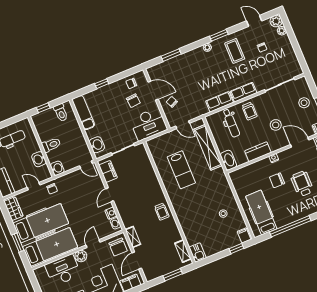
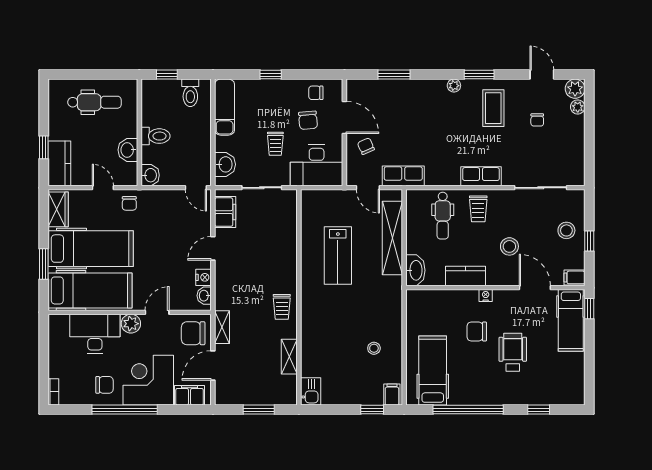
row of seats: (220, 102) -> (403, 176), moved
trolley: (120, 121) -> (275, 144), added
chair: (118, 247) -> (193, 333), turned 90
shelving: (183, 251) -> (289, 357), moved

